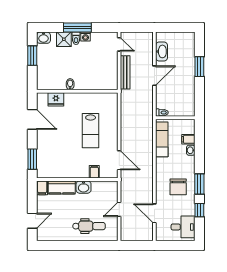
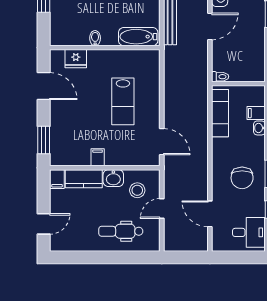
bathtub: (102, 83) -> (138, 37), added
filing cabinet: (94, 172) -> (98, 157), moved
stool: (101, 196) -> (137, 190), added
dental chair: (89, 226) -> (121, 231), turned 180

